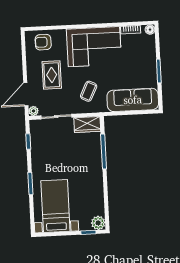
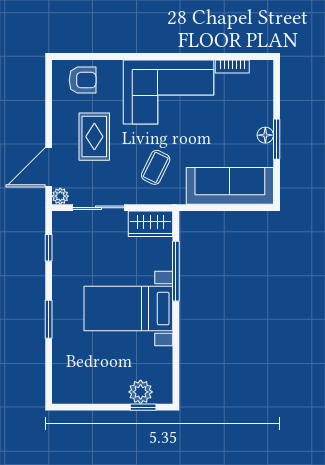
floor lamp: (150, 30) -> (265, 135), moved
armchair: (43, 42) -> (83, 80), turned 180
bed with nightstands: (55, 206) -> (128, 309), moved, turned -90
plant: (98, 223) -> (141, 392), moved

